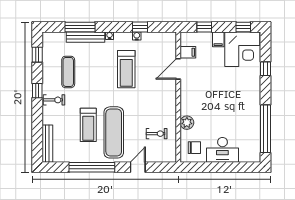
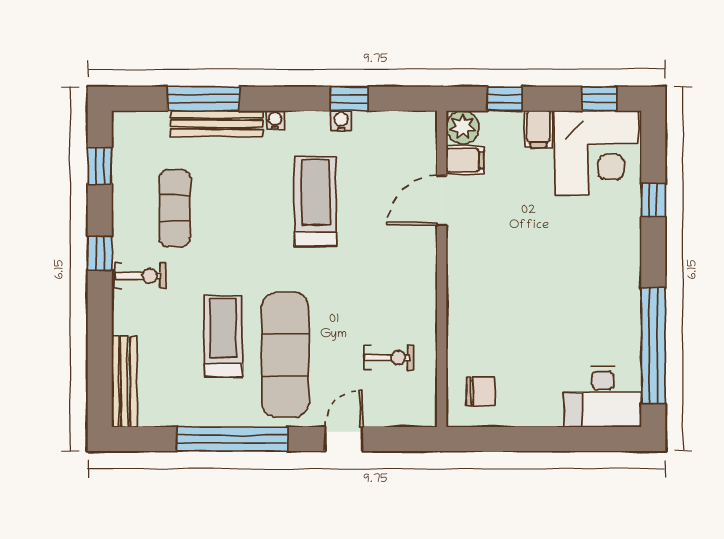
treadmill: (126, 69) -> (315, 201), turned 180
plant: (187, 123) -> (463, 127), moved
treadmill: (88, 125) -> (223, 336), turned 180
desk: (222, 150) -> (603, 397), moved

